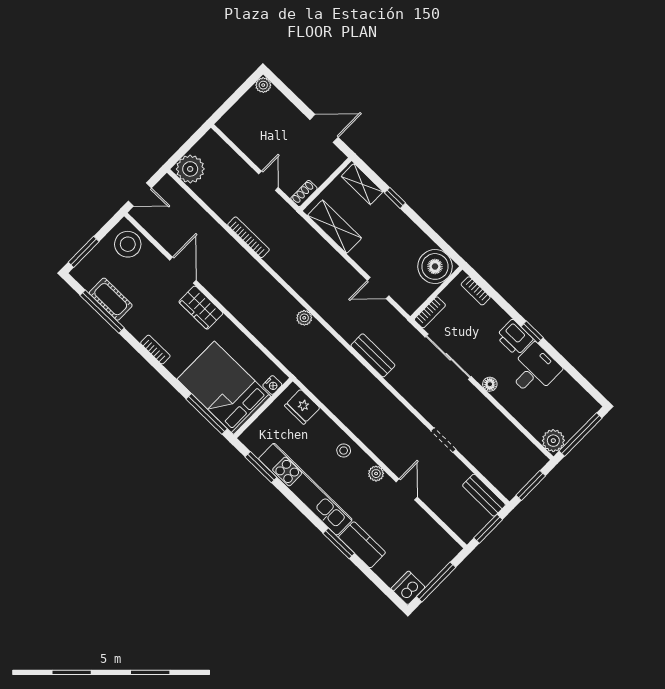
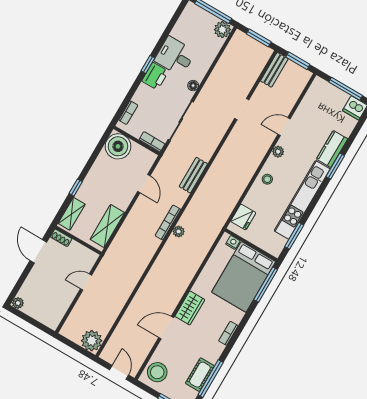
shoe rack: (304, 194) -> (61, 238), moved
bookcase: (249, 237) -> (168, 223), moved

